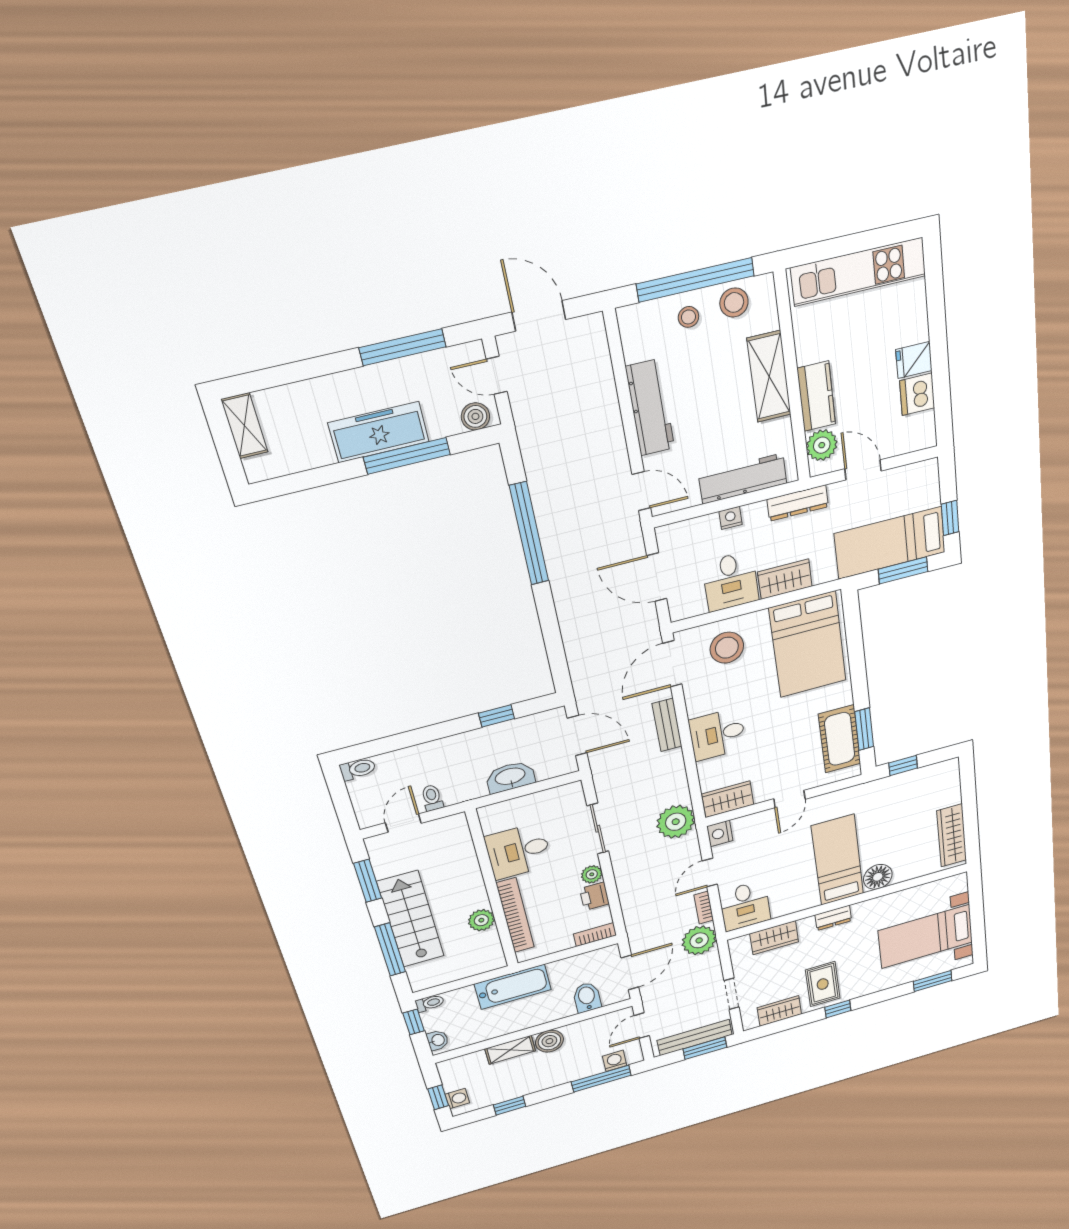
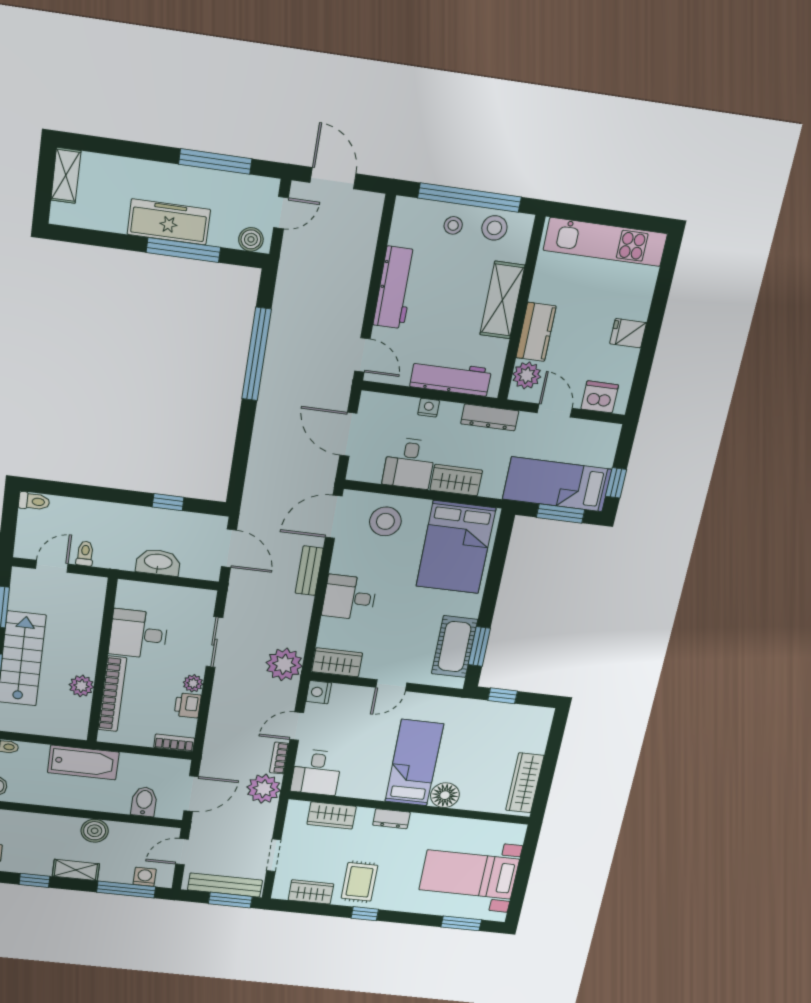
door: (497, 375) -> (281, 213), swing flipped
dishwasher: (917, 394) -> (600, 397), moved, turned 90
shelving: (510, 1050) -> (76, 870), moved

